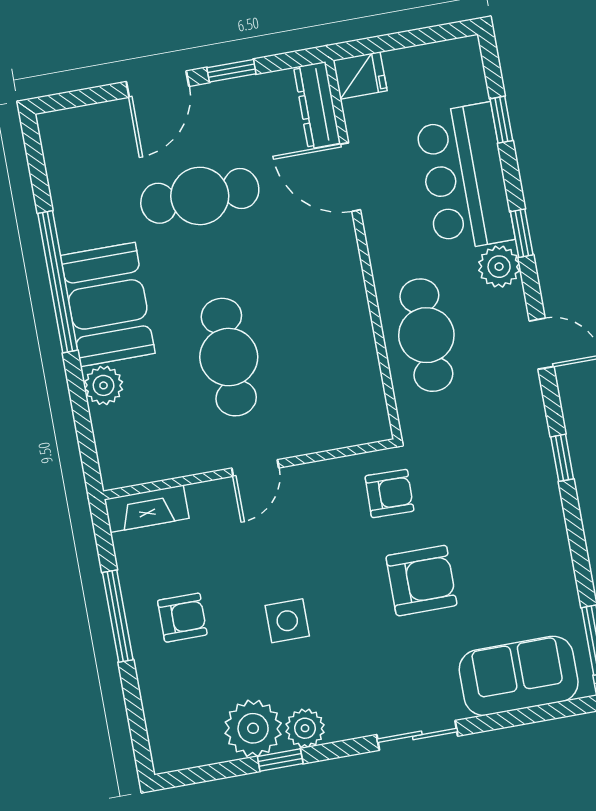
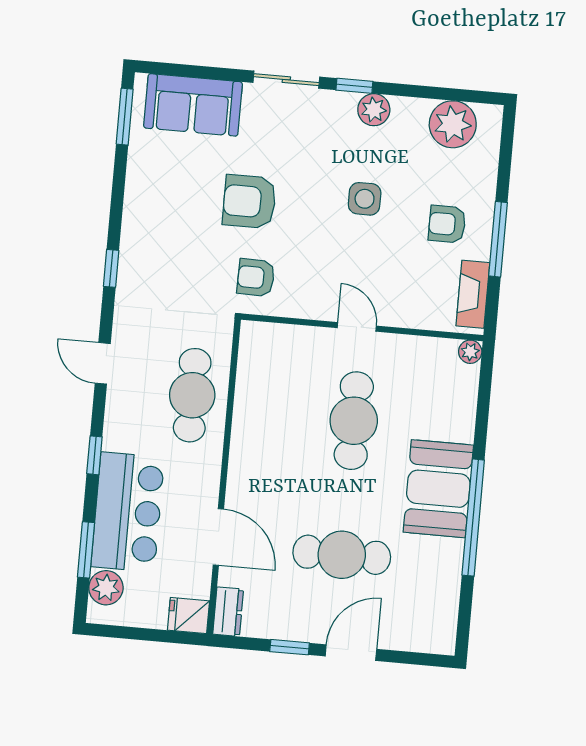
dresser: (317, 105) -> (228, 612), width x0.70
window: (501, 120) -> (86, 550), width x1.50
plant: (499, 267) -> (106, 588), moved
plant: (104, 385) -> (470, 352), moved, width x0.73, depth x0.73
door: (255, 468) -> (357, 327), hinge flipped
fireplace: (147, 509) -> (473, 294), moved, turned -90
plant: (253, 728) -> (453, 124), moved
window: (280, 760) -> (354, 86), moved

